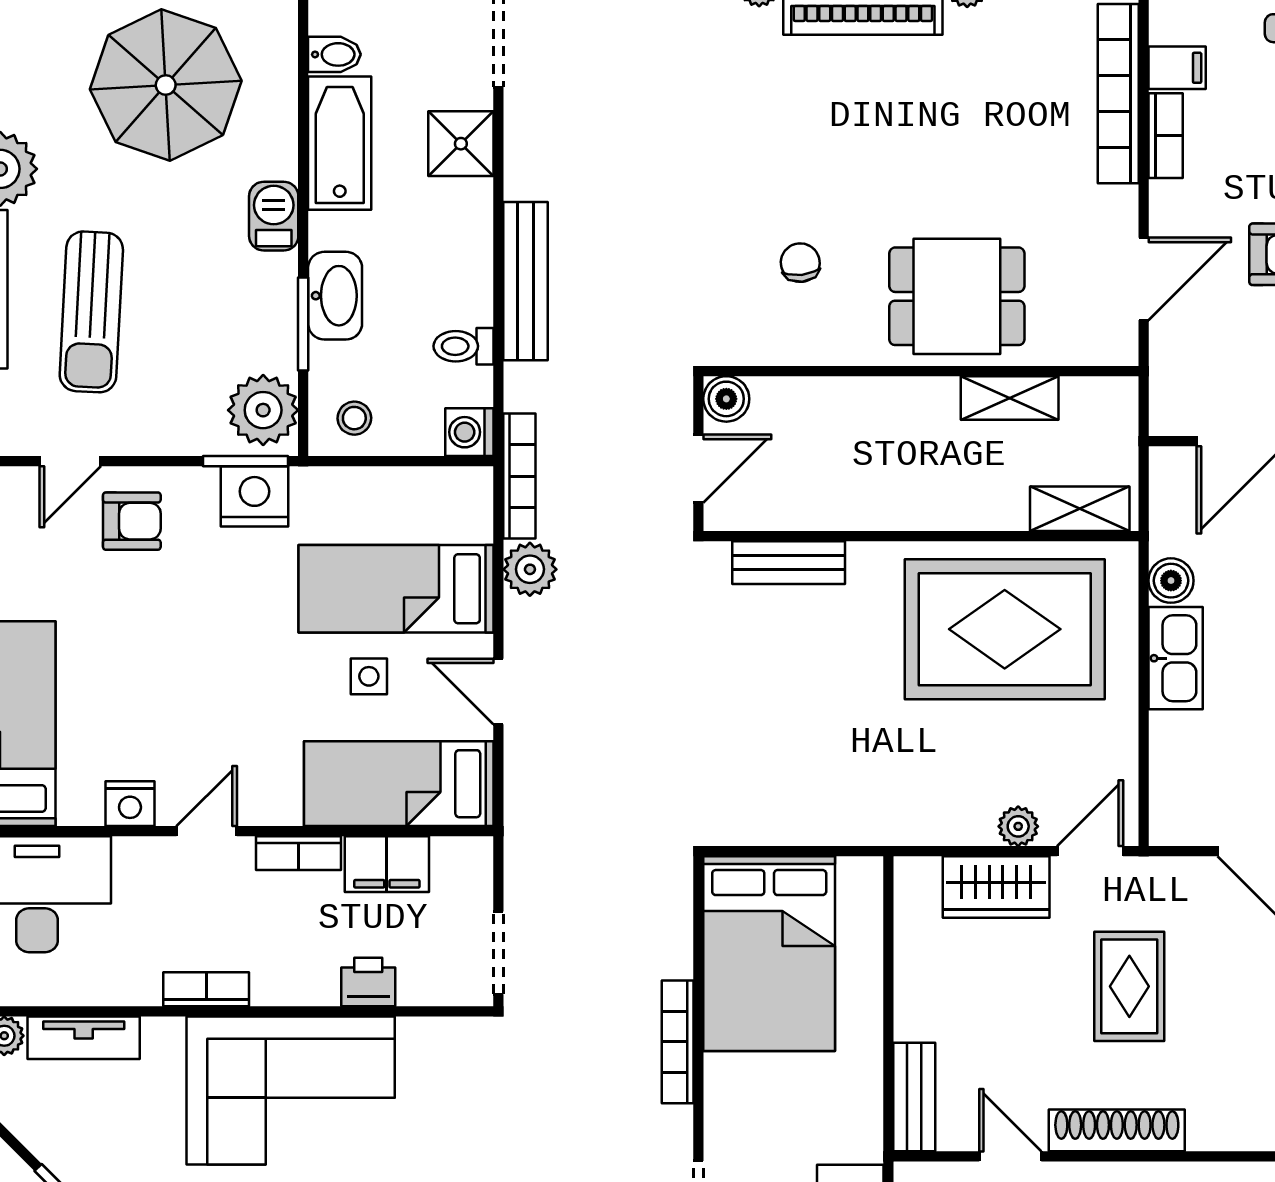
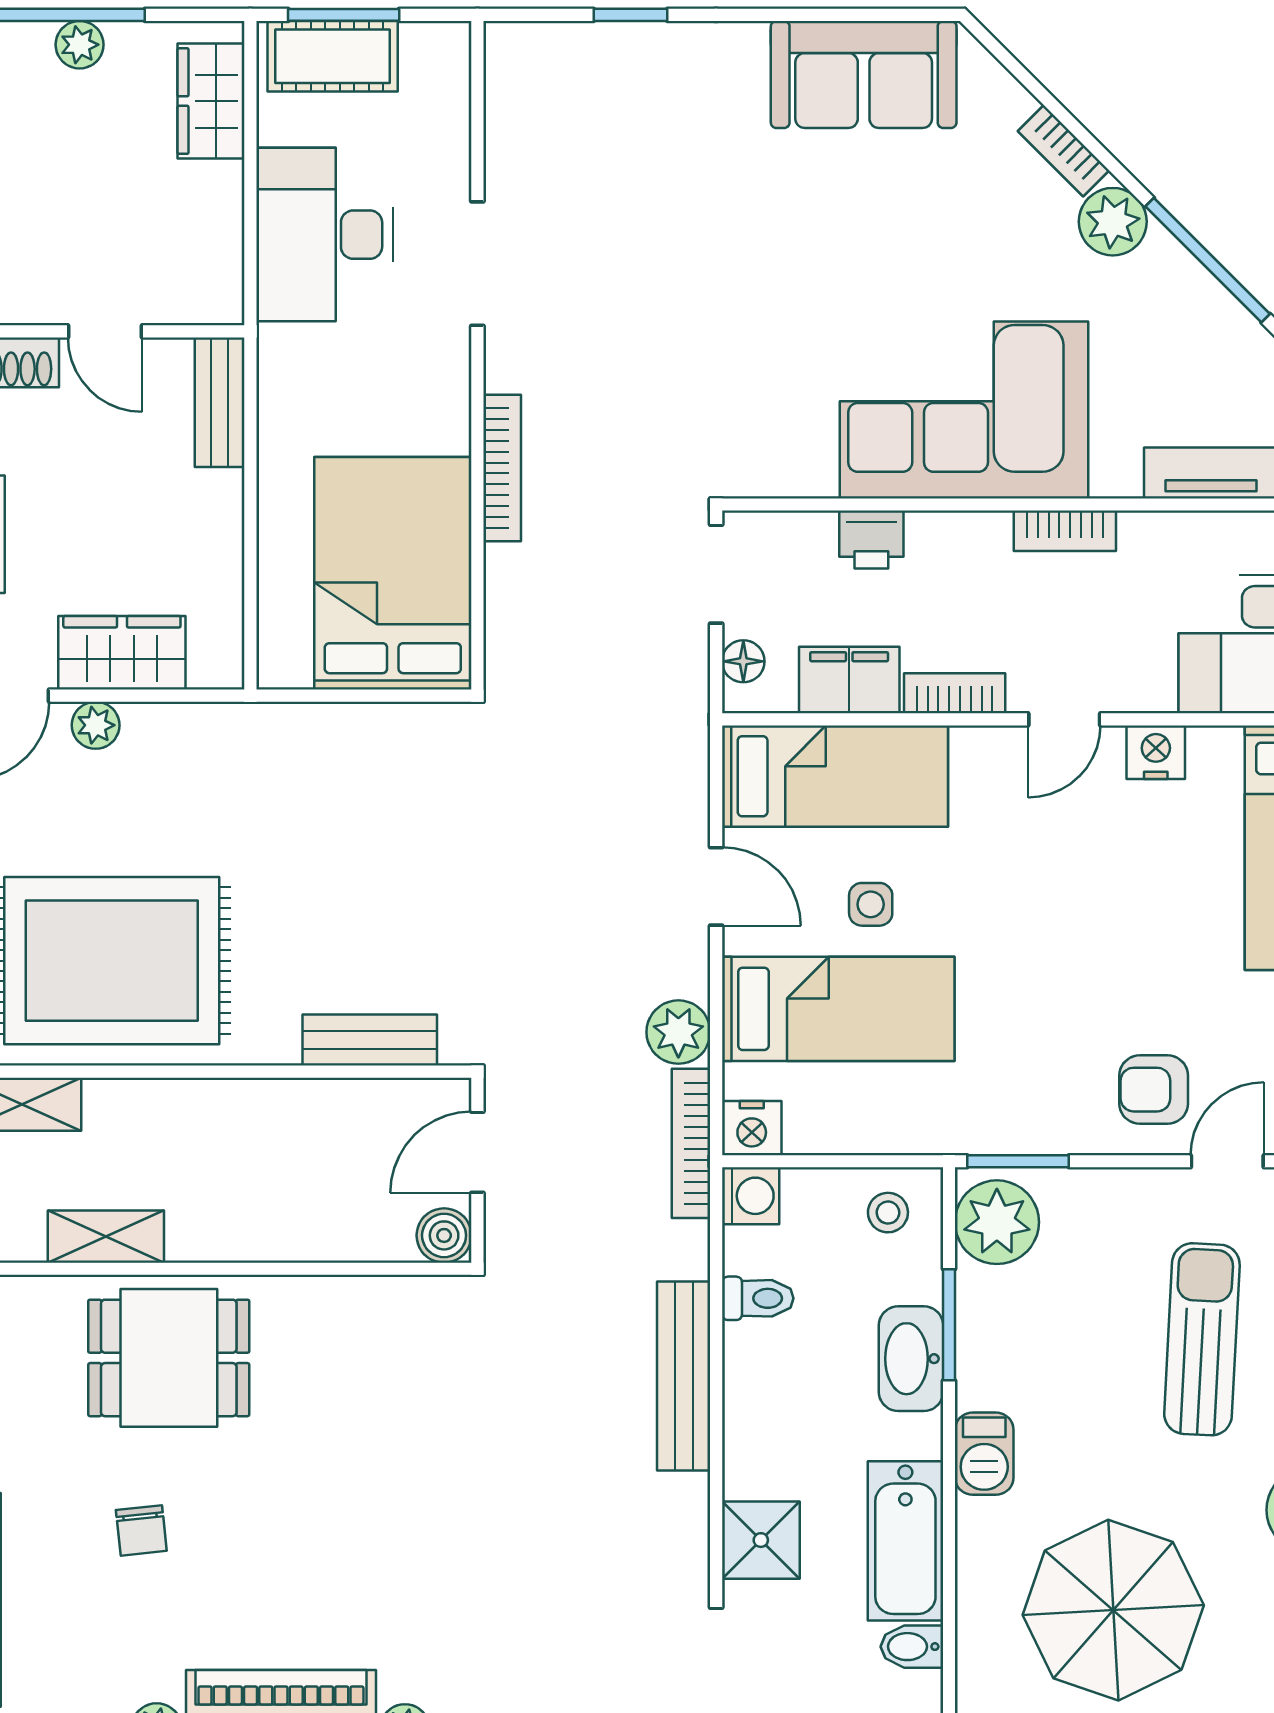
chair: (800, 263) -> (141, 1530), moved
nightstand: (254, 496) -> (752, 1128), moved, width x0.74, depth x0.75
floor lamp: (476, 880) -> (743, 661), added

